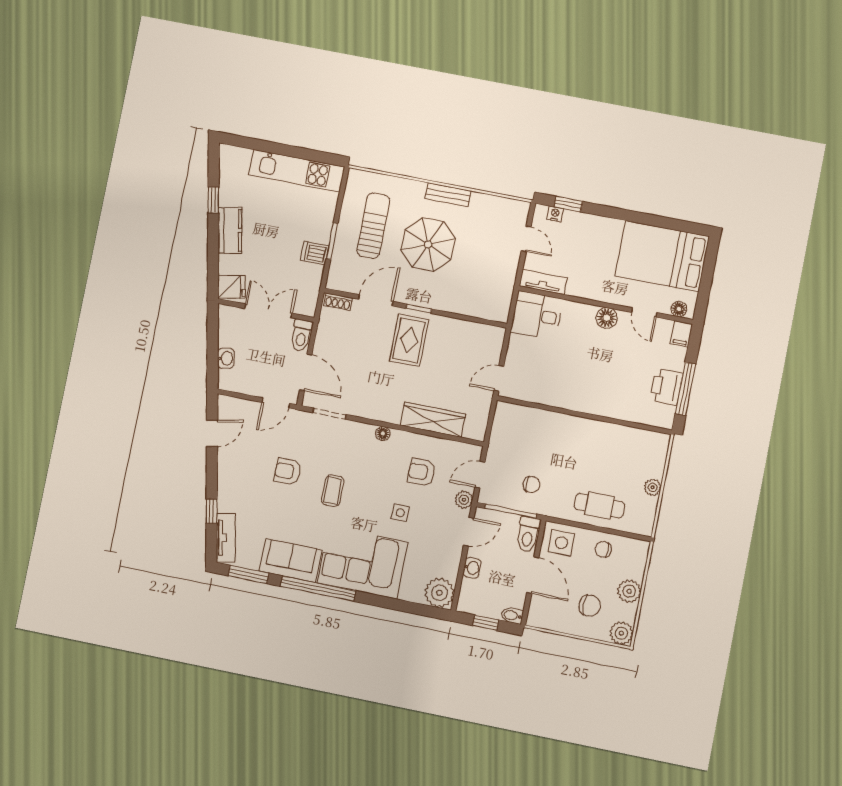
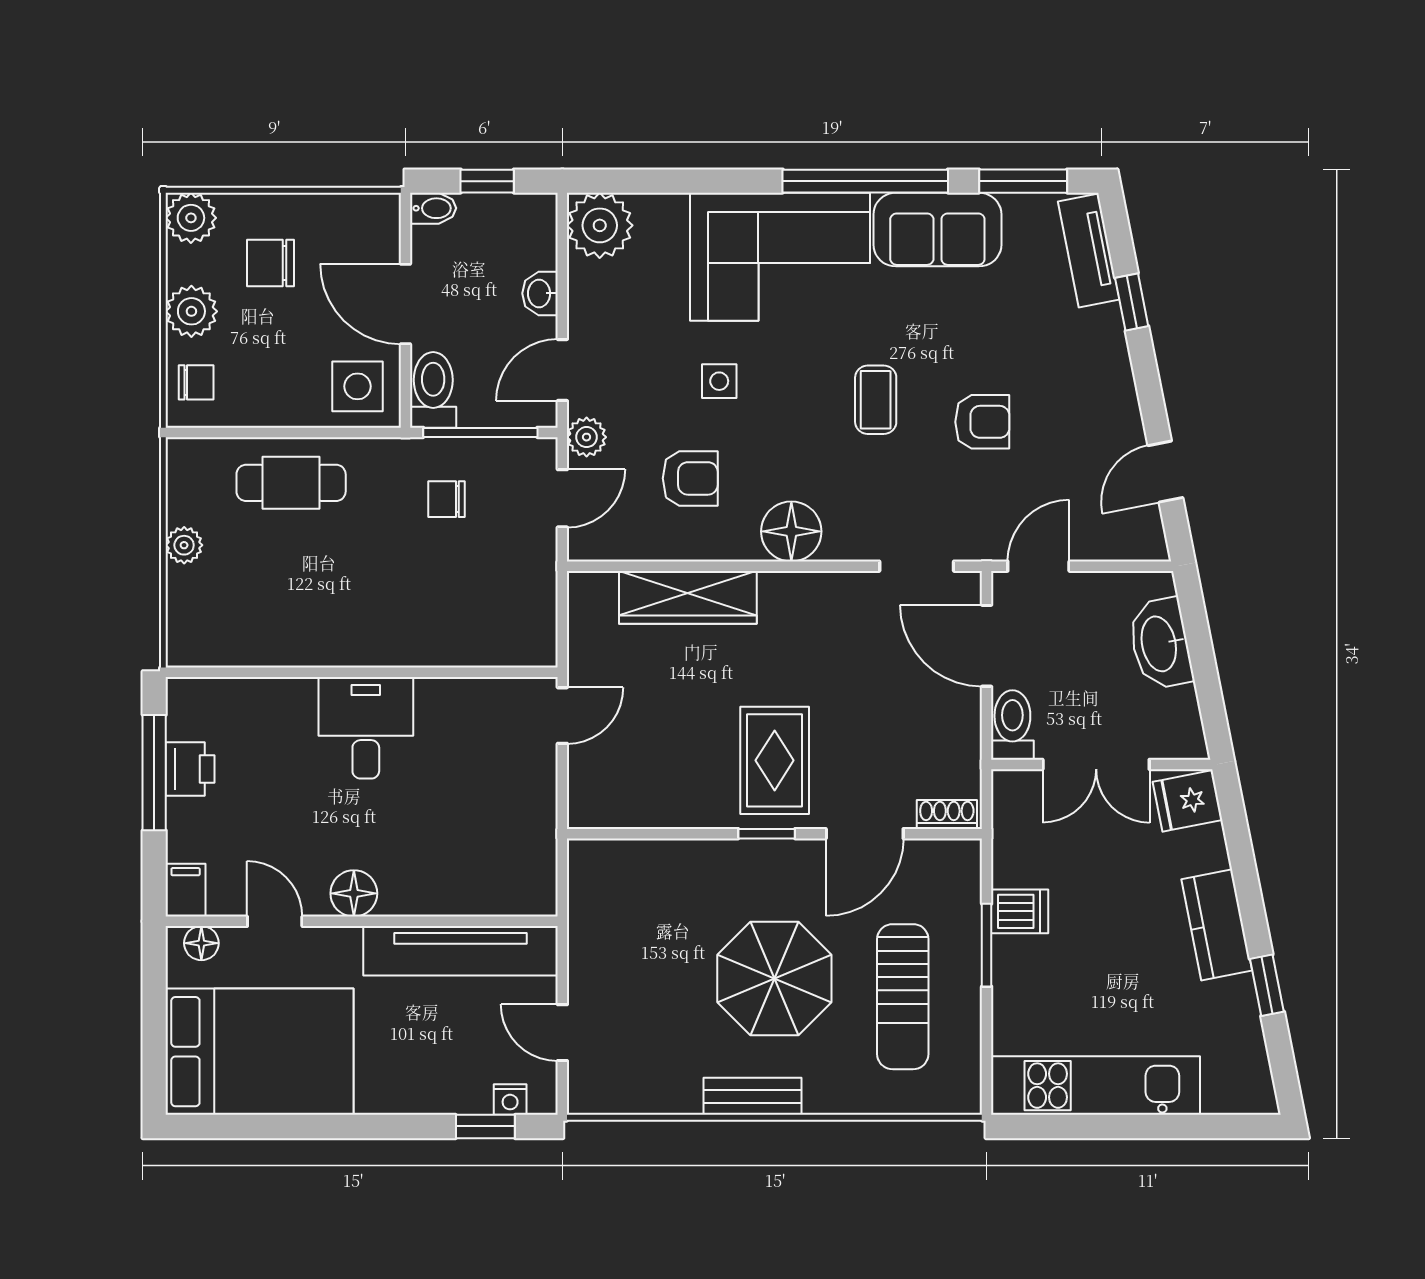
tv unit: (543, 282) -> (461, 951), width x1.92, depth x1.29
desk: (537, 315) -> (366, 728), moved, turned -90
washbasin: (226, 358) -> (1160, 644), width x1.91, depth x1.45
printer: (666, 387) -> (190, 769), width x0.73, depth x0.81
floor lamp: (383, 434) -> (791, 531), width x1.89, depth x1.89
chair: (603, 549) -> (196, 382), moved

